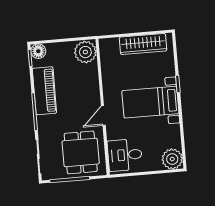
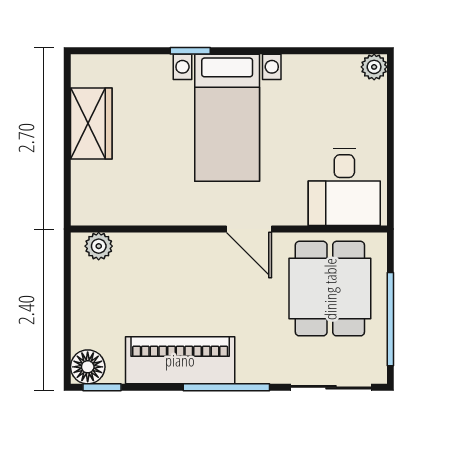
wardrobe: (143, 44) -> (91, 123), width x0.67
plant: (85, 52) -> (99, 246), width x0.53, depth x0.53
dining table: (81, 152) -> (330, 289), turned 90
plant: (172, 159) -> (374, 67), width x0.53, depth x0.53

